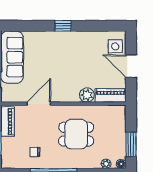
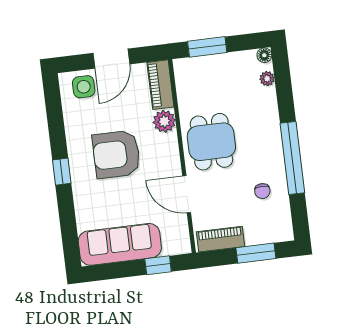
armchair: (70, 62) -> (116, 154), added
dining table: (76, 134) -> (211, 142), moved
window: (131, 144) -> (207, 47), moved

